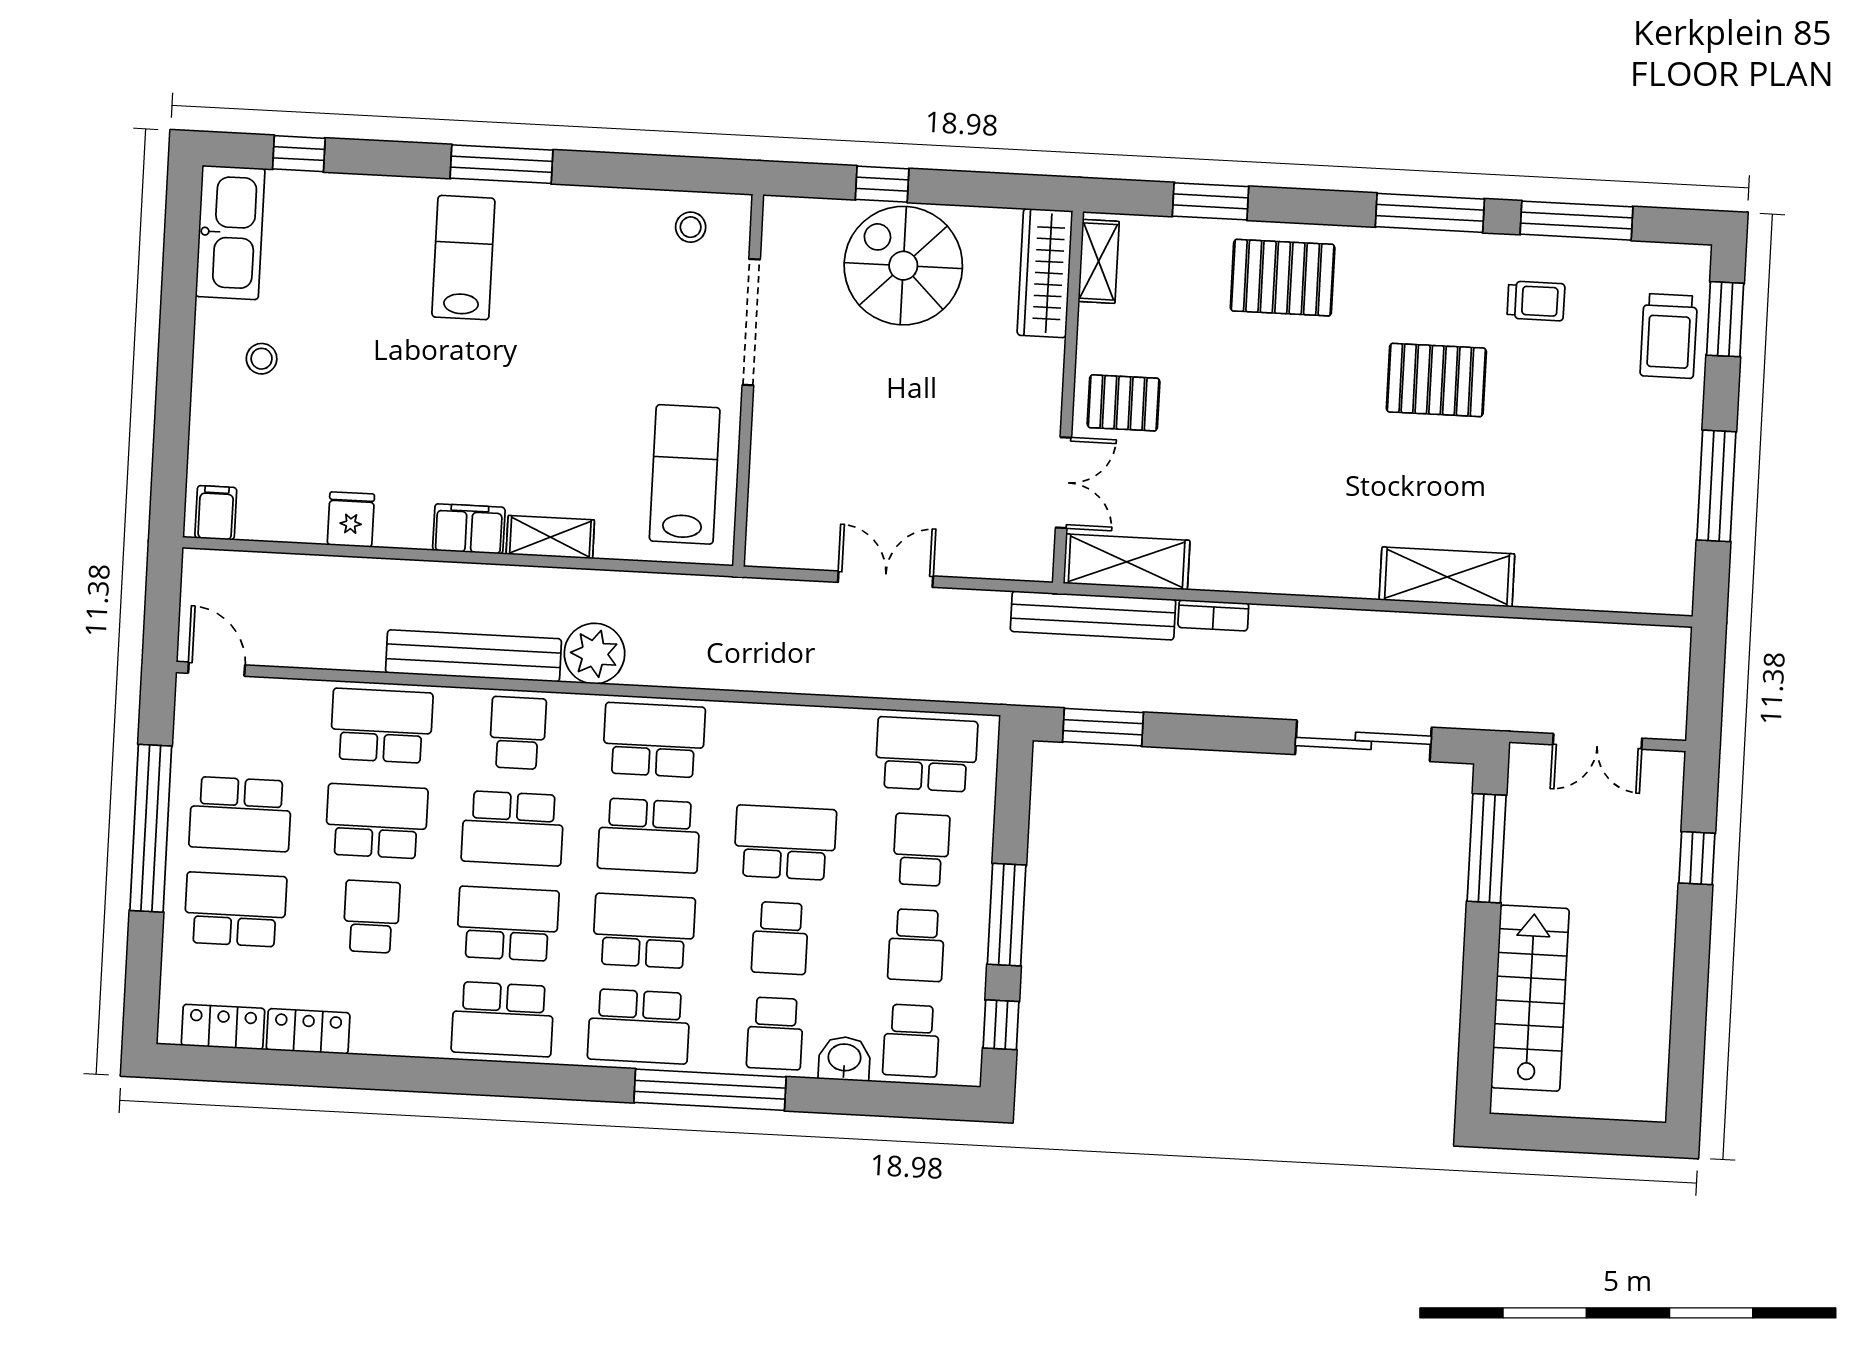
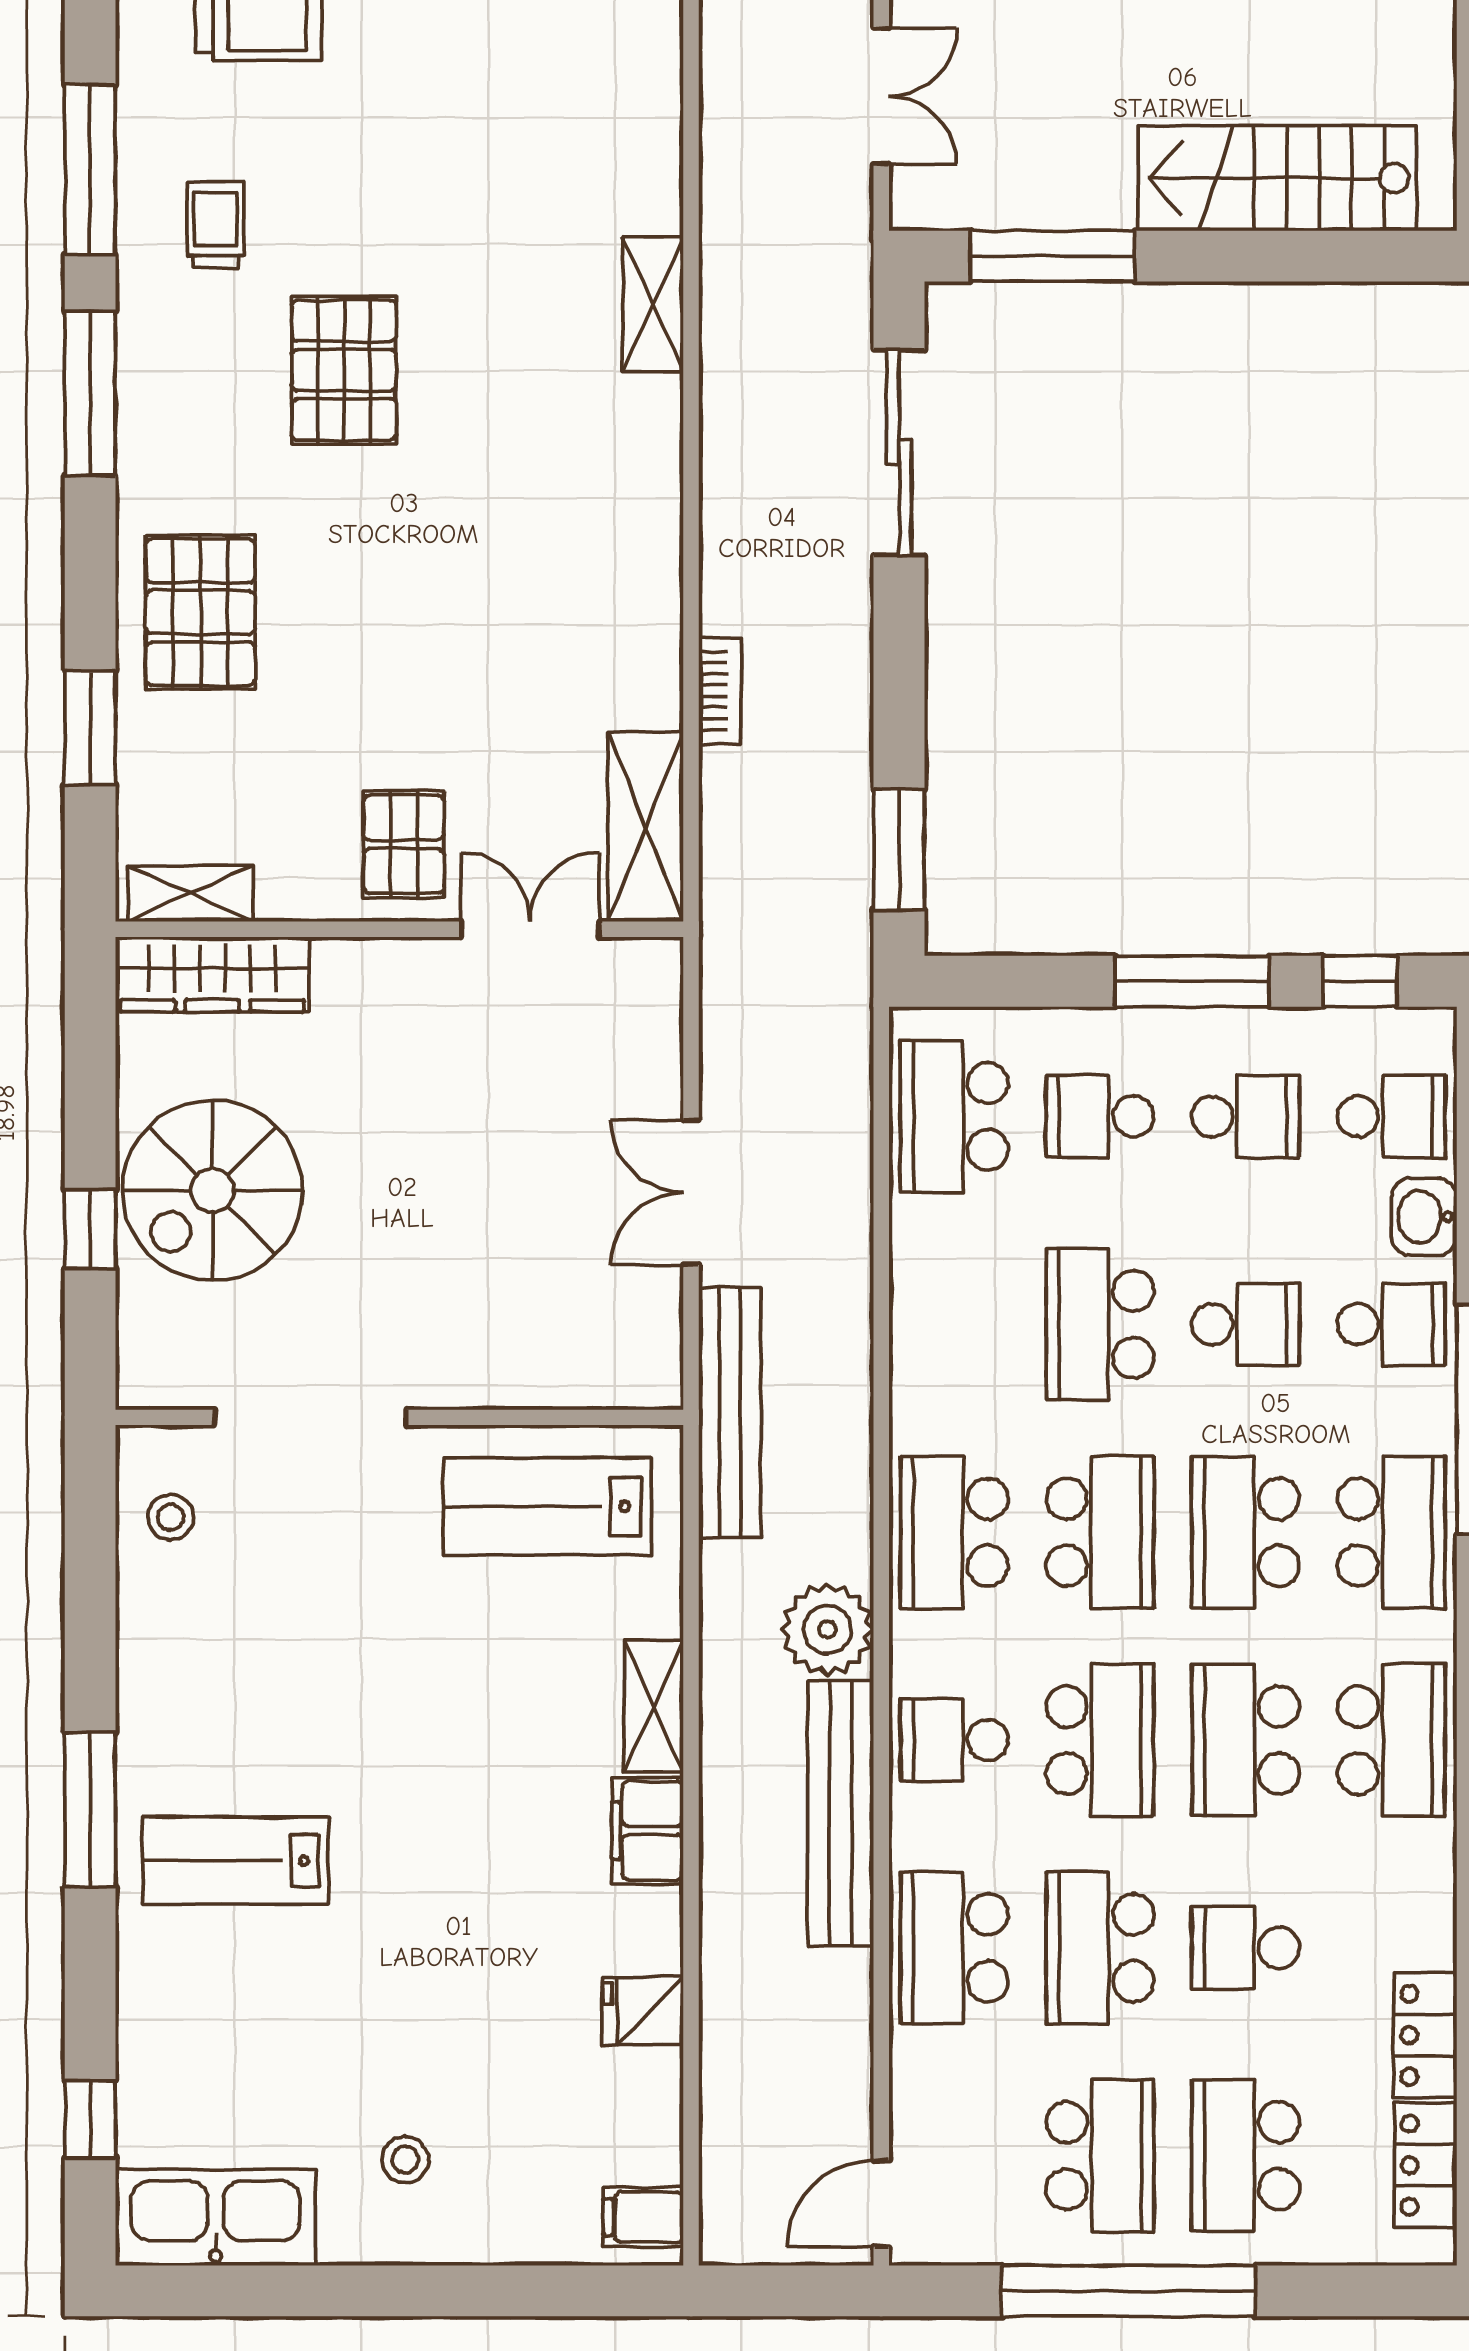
shelving: (1447, 577) -> (653, 304), width x0.67, depth x0.75
bench: (1093, 615) -> (730, 1413), moved

